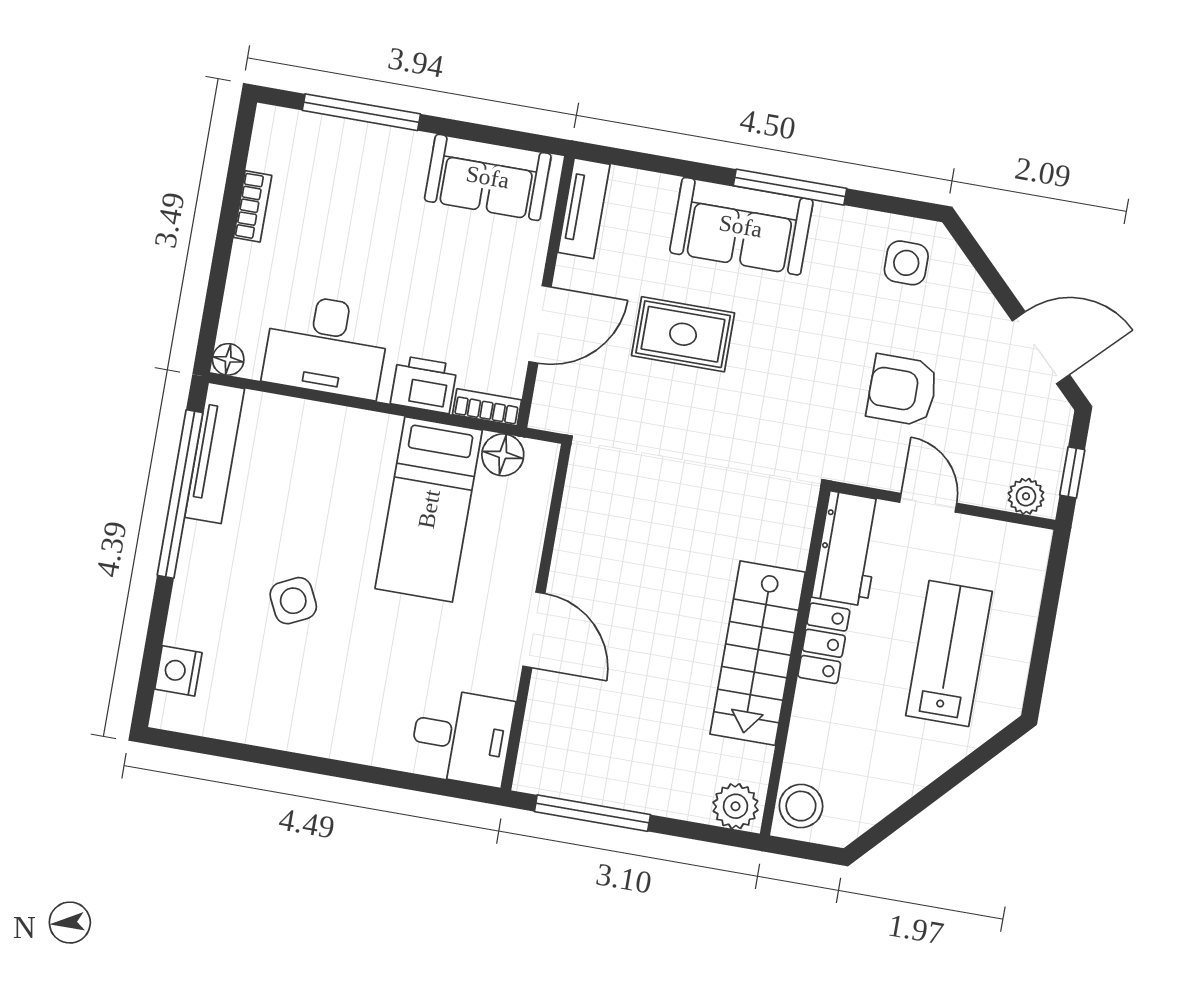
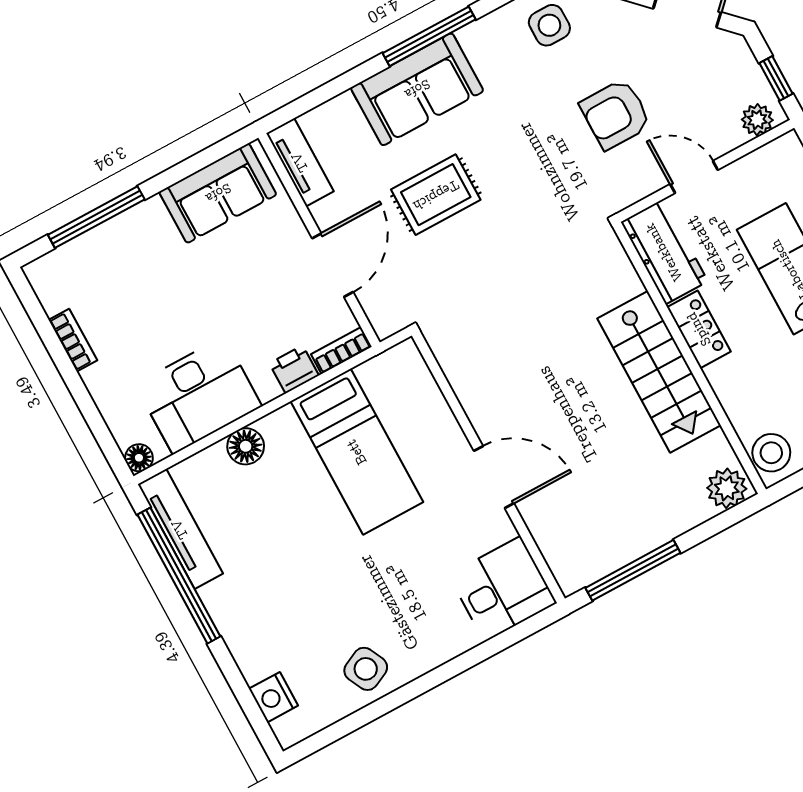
printer: (424, 384) -> (294, 369), width x0.73, depth x0.81
floor lamp: (503, 455) -> (246, 446), moved
side table: (293, 601) -> (366, 669), moved

